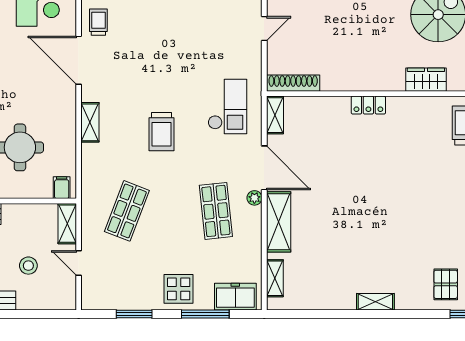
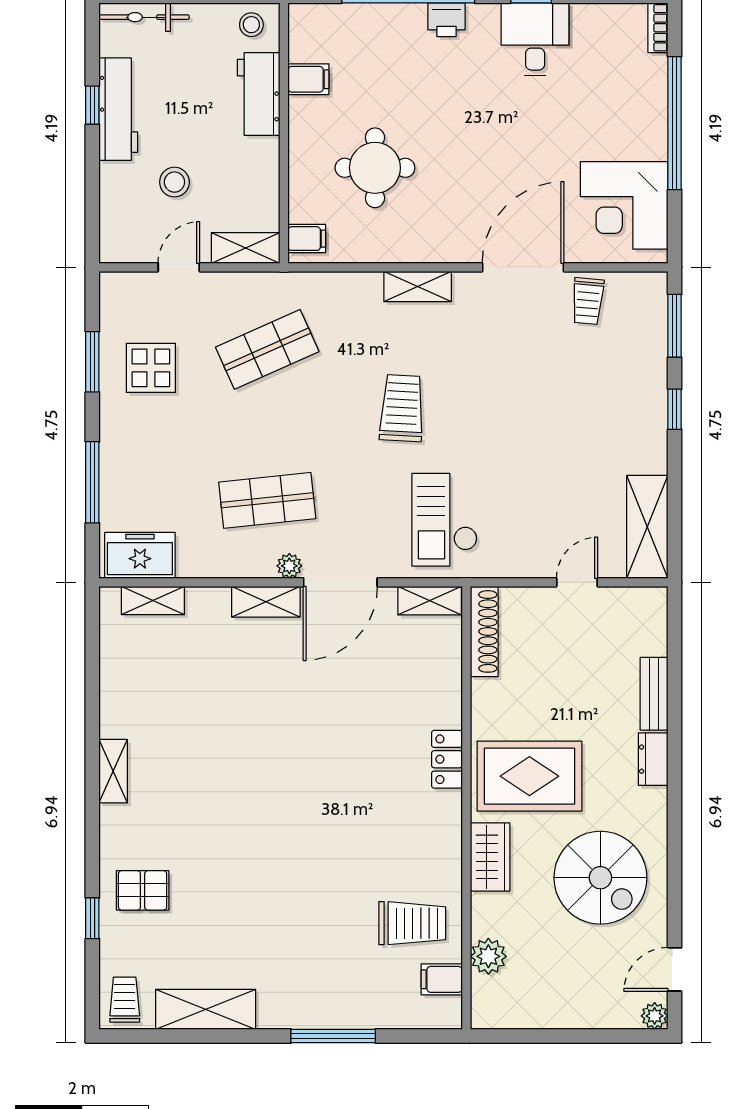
trolley: (98, 22) -> (588, 301), turned 95
door: (264, 28) -> (577, 582), swing flipped
rug: (378, 56) -> (529, 776), added
checkout: (227, 106) -> (445, 520), turned 90
trolley: (162, 132) -> (402, 408), turned 93
shop shelf: (127, 211) -> (267, 349), turned -45
shelving: (279, 222) -> (266, 602), width x0.67, depth x0.75
display table: (179, 289) -> (151, 368), moved
freezer: (235, 297) -> (140, 555), moved, turned -90

